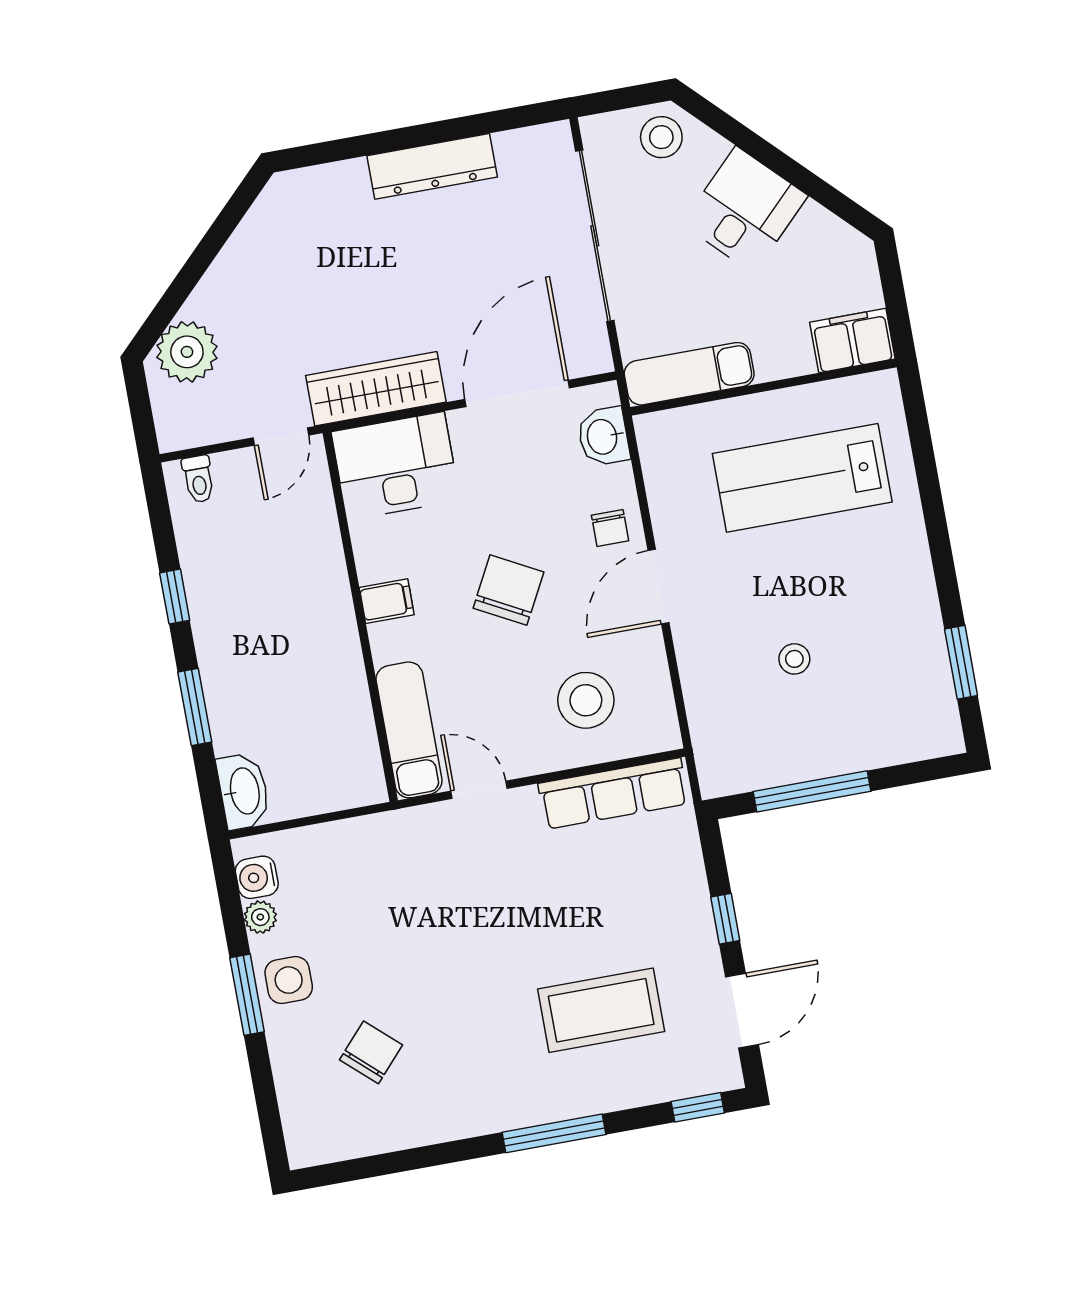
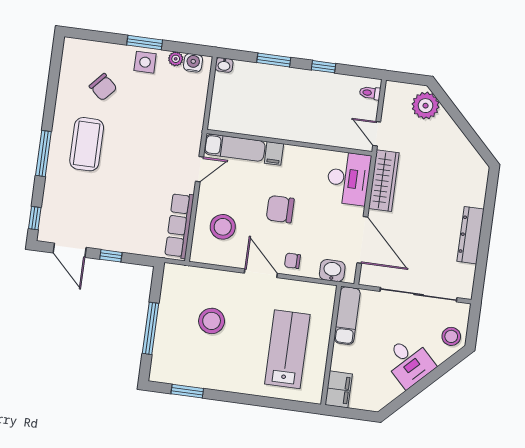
chair: (508, 590) -> (280, 209), turned 152
filing cabinet: (387, 601) -> (274, 153), moved
stool: (794, 659) -> (212, 321), width x1.89, depth x1.89
washbasin: (243, 791) -> (224, 65), width x0.52, depth x0.69
window: (812, 791) -> (151, 328), moved
coffee table: (601, 1010) -> (87, 144), moved

